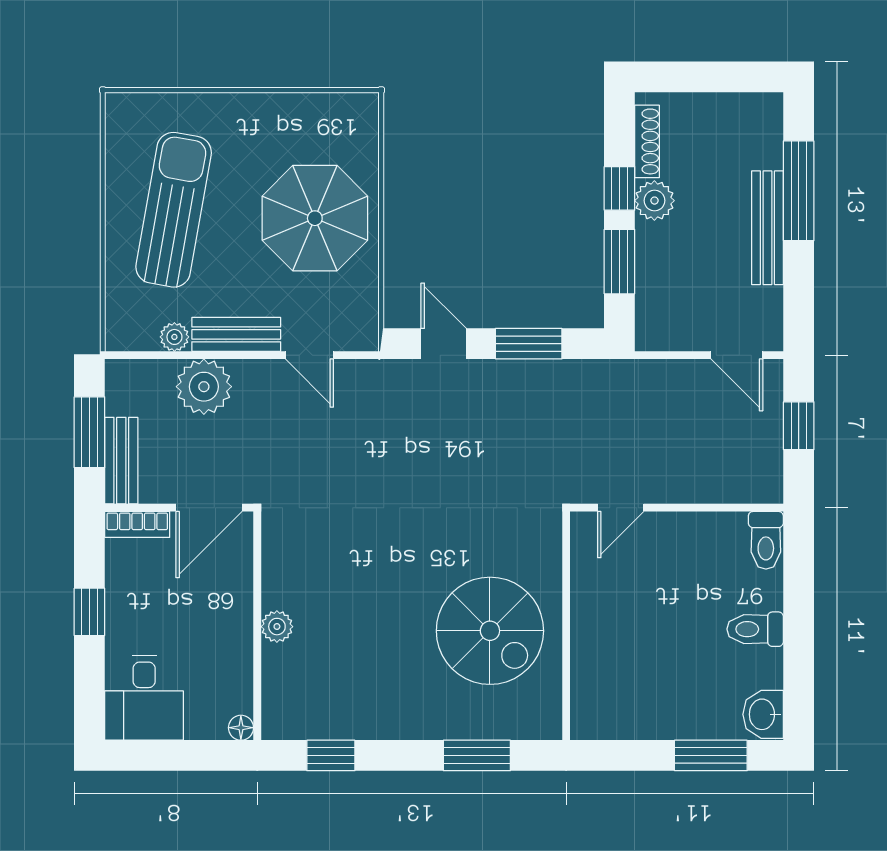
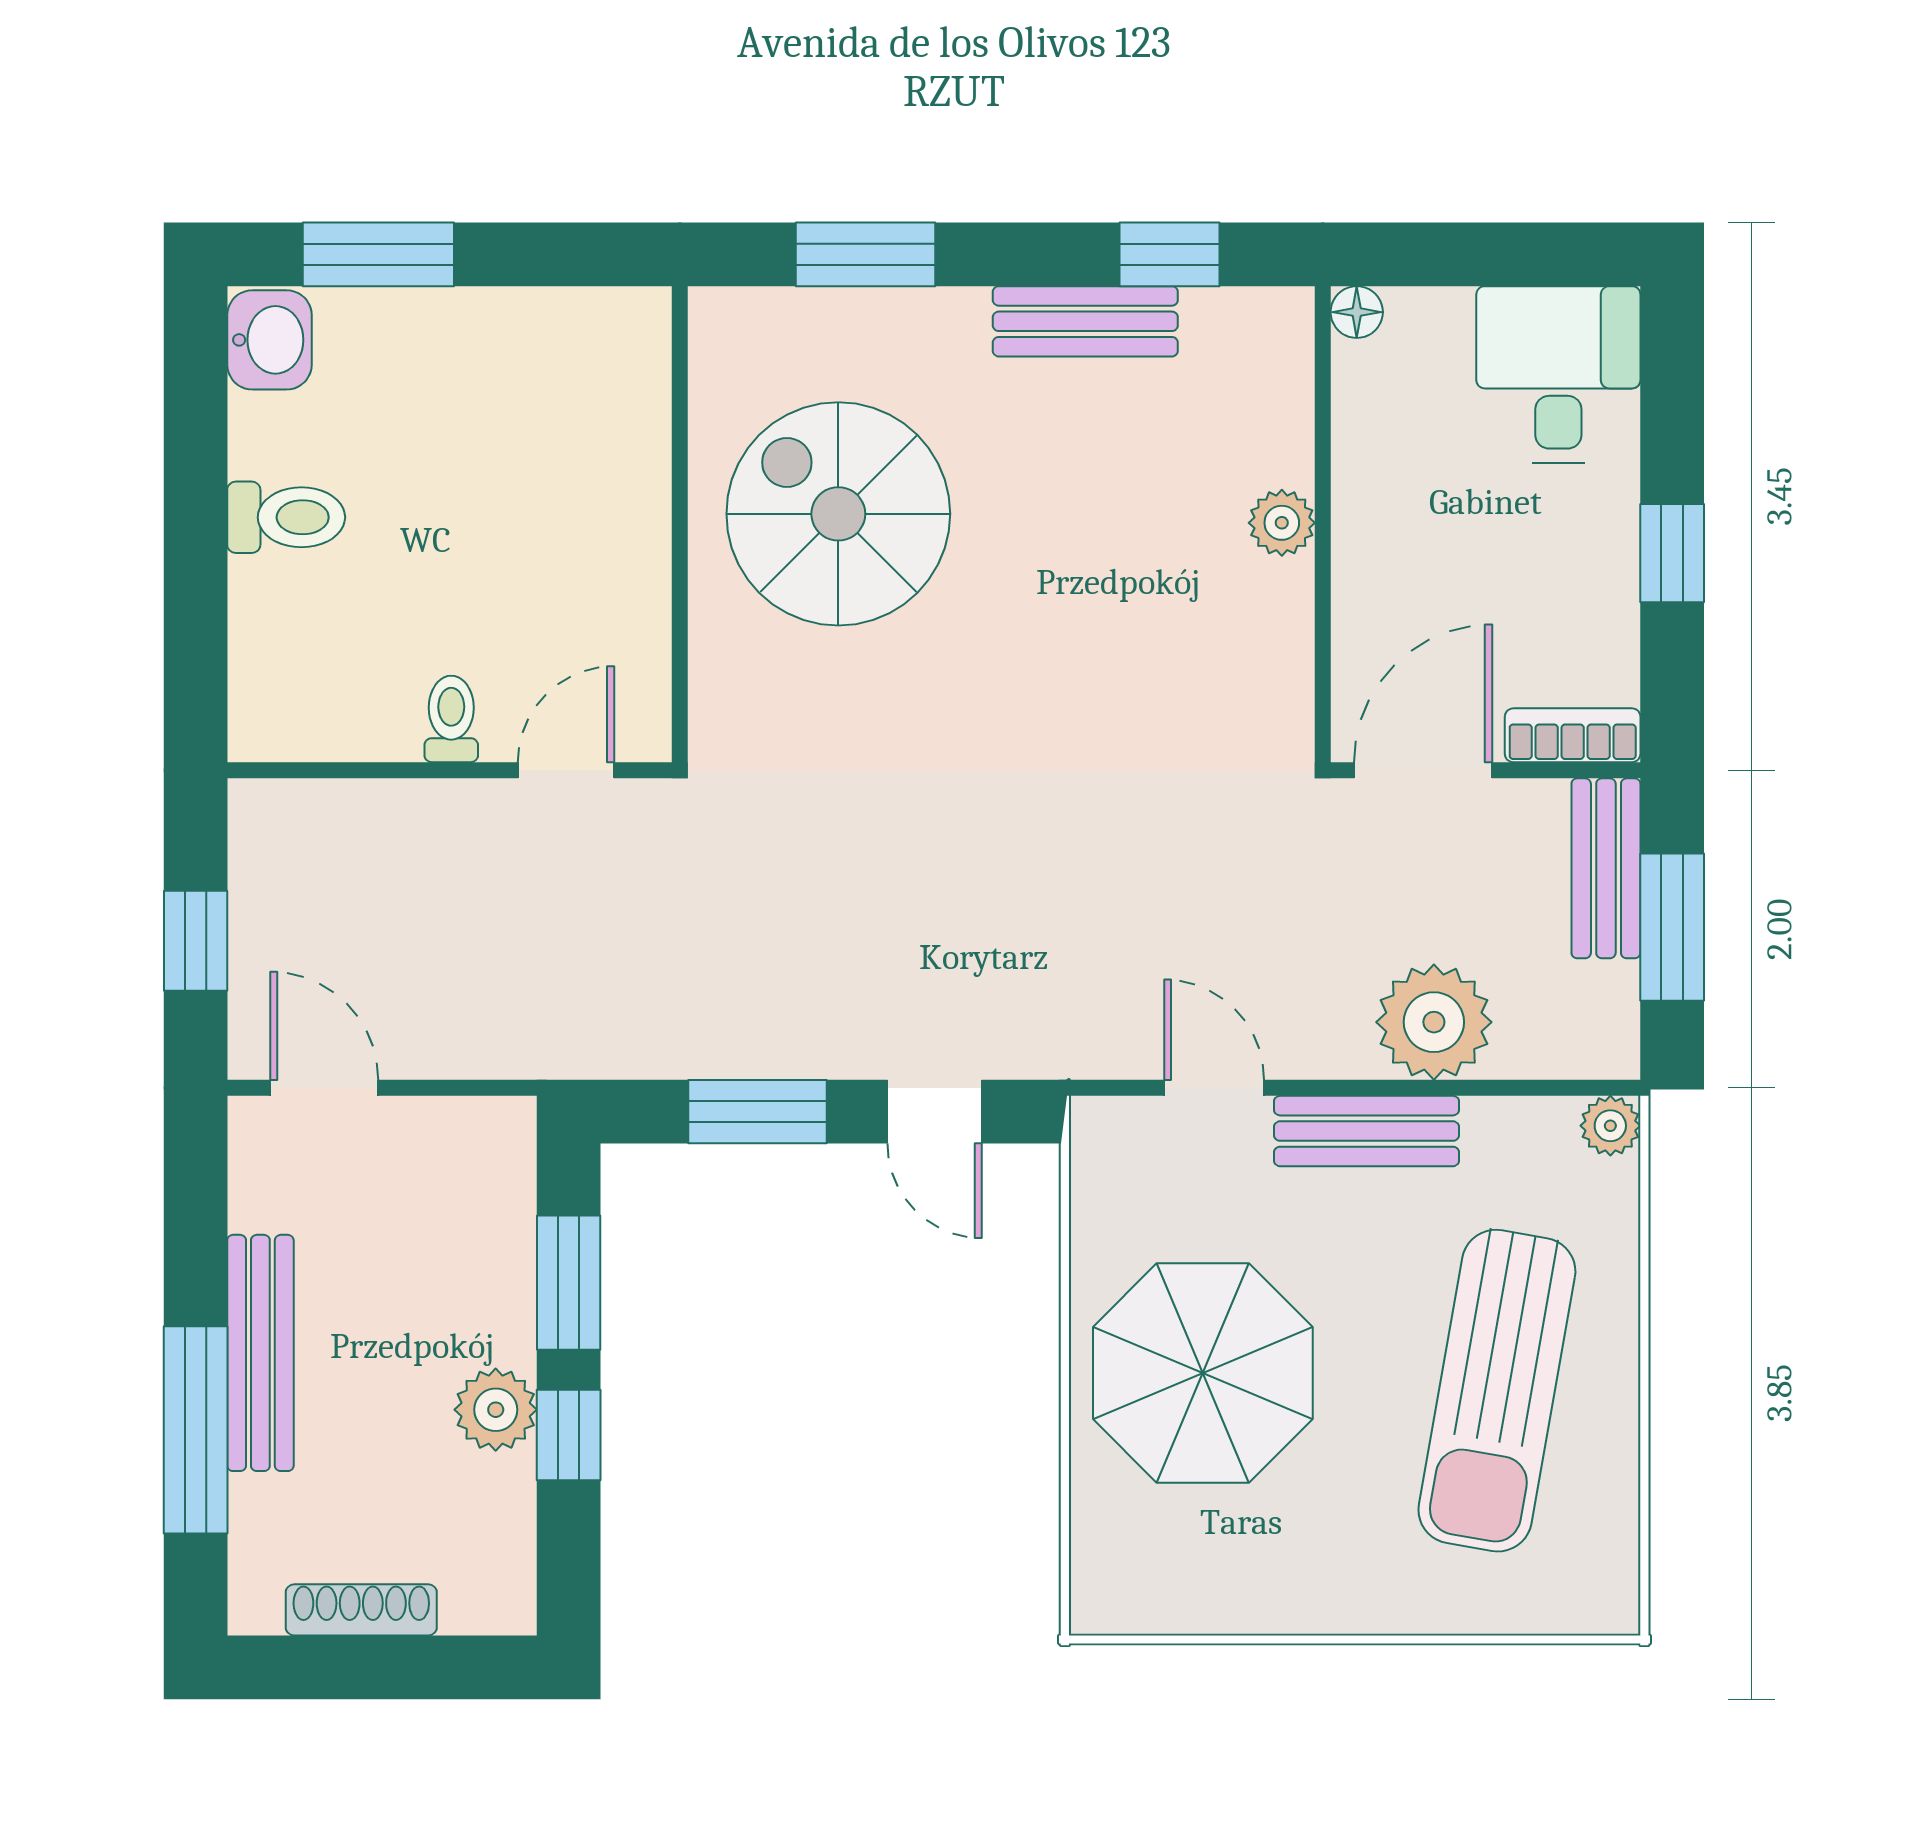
shoe rack: (647, 141) -> (361, 1610), moved, turned 90
plant: (174, 337) -> (1610, 1126), moved
toilet: (766, 540) -> (451, 719), moved, width x0.73, depth x0.72
bench: (371, 723) -> (1085, 321), added

